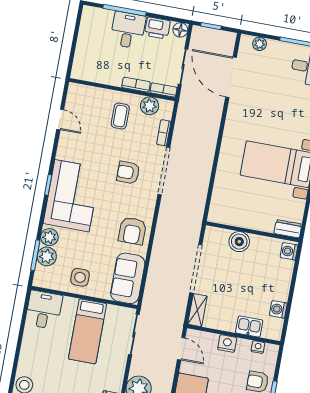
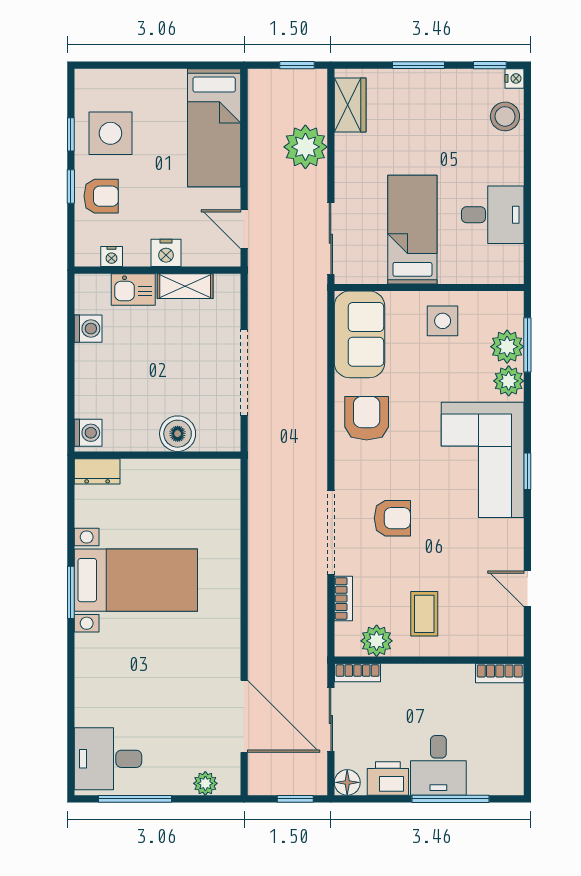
bookcase: (136, 85) -> (500, 673), moved
desk: (44, 310) -> (493, 215), moved, turned -90
shelving: (197, 310) -> (185, 286), moved, turned 90

